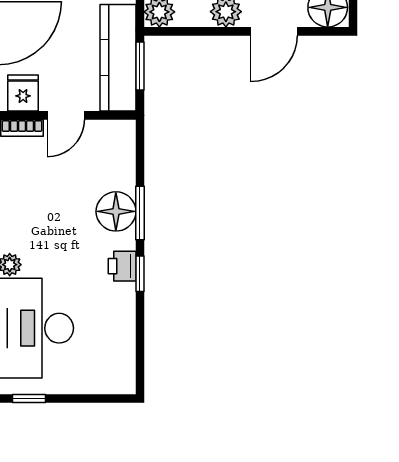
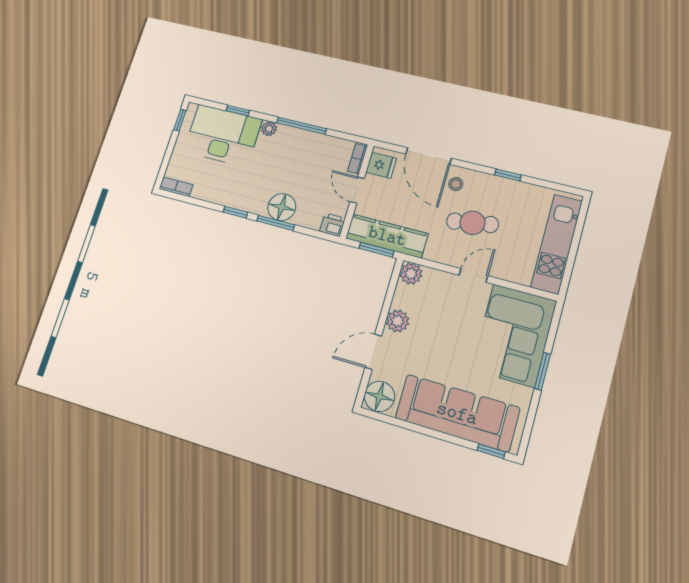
door: (274, 31) -> (373, 352), hinge flipped
printer: (122, 266) -> (332, 225), moved
bookcase: (126, 371) -> (176, 187), added

